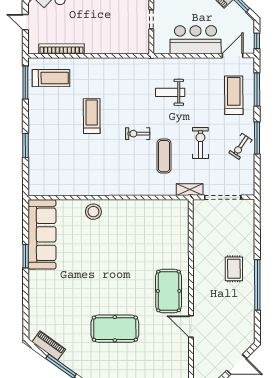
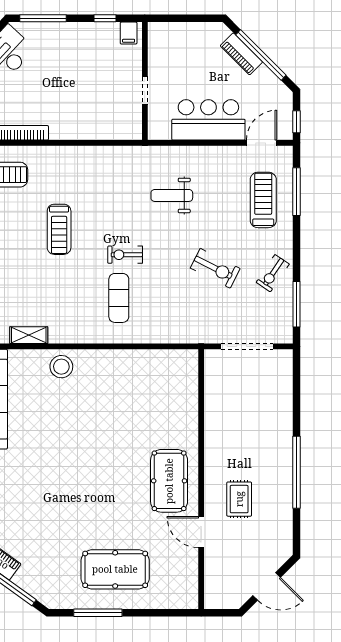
treadmill: (92, 116) -> (59, 229), turned 180
window: (257, 138) -> (297, 304), moved
exercise bike: (200, 143) -> (215, 268), turned 117
exercise mat: (164, 156) -> (119, 298), moved
shelving: (190, 190) -> (29, 335), moved
rug: (234, 269) -> (239, 499), moved
pool table: (115, 329) -> (115, 569), moved

